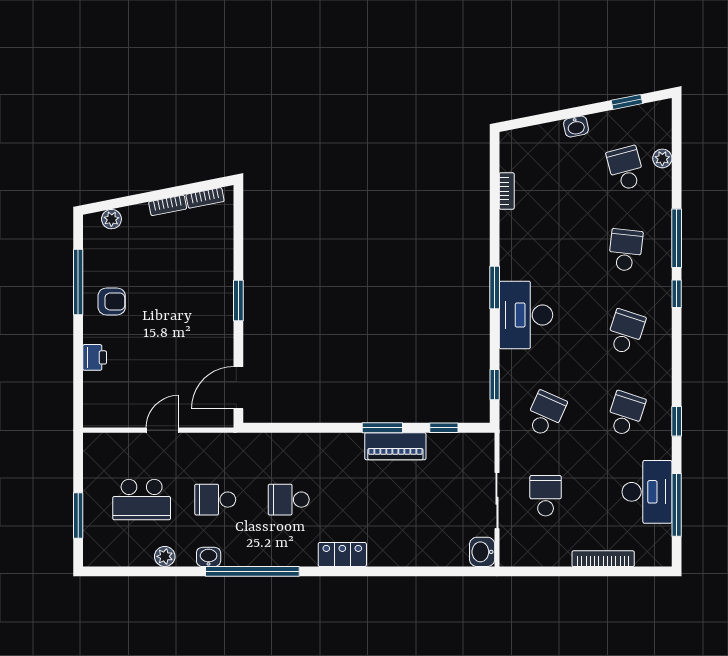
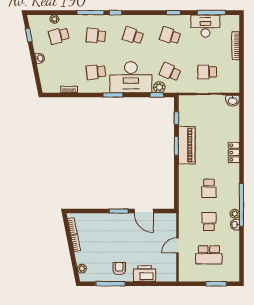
school desk: (546, 250) -> (96, 72), added
desk: (526, 315) -> (131, 77), width x1.36, depth x1.30
printer: (95, 357) -> (145, 274), width x1.87, depth x1.48
door: (238, 388) -> (144, 211), moved
plant: (512, 390) -> (159, 87), added
door: (162, 430) -> (177, 245), hinge flipped
piano: (395, 446) -> (187, 145), width x1.37, depth x1.33
school desk: (142, 500) -> (209, 255), turned 90
school desk: (215, 500) -> (209, 222), turned 180
locker: (342, 554) -> (234, 153), moved
plant: (165, 556) -> (235, 214), moved

